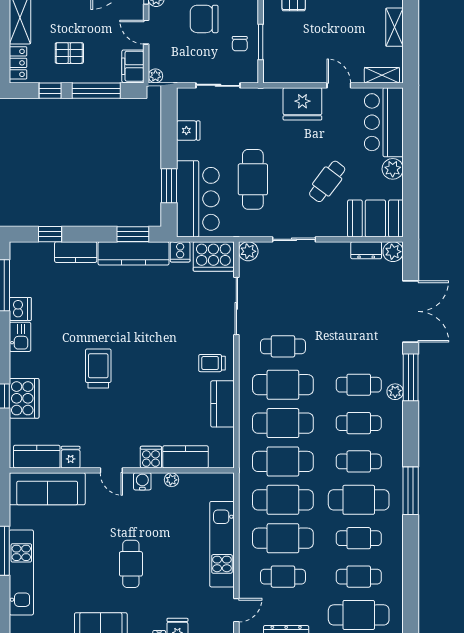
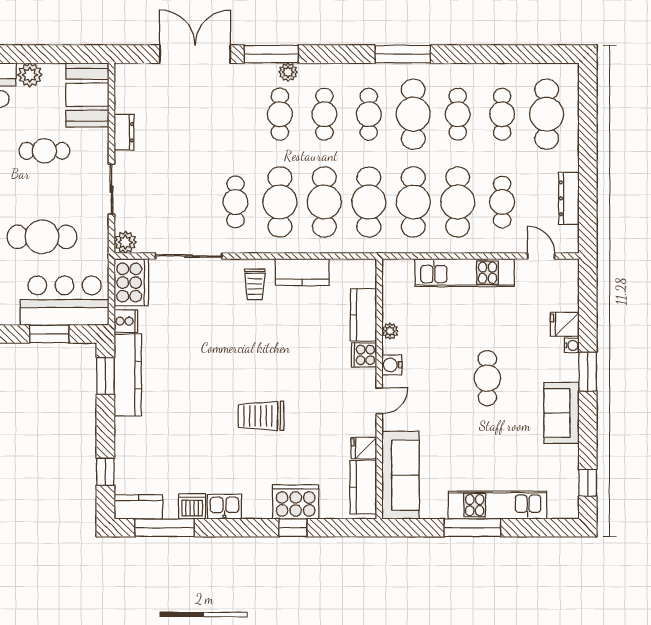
cafe table: (327, 181) -> (44, 151), turned -37
dresser: (366, 250) -> (124, 132), moved
kitchen counter: (76, 252) -> (138, 507), moved, turned -90
plant: (393, 252) -> (126, 74), removed
cafe table: (131, 564) -> (487, 378), turned 90

